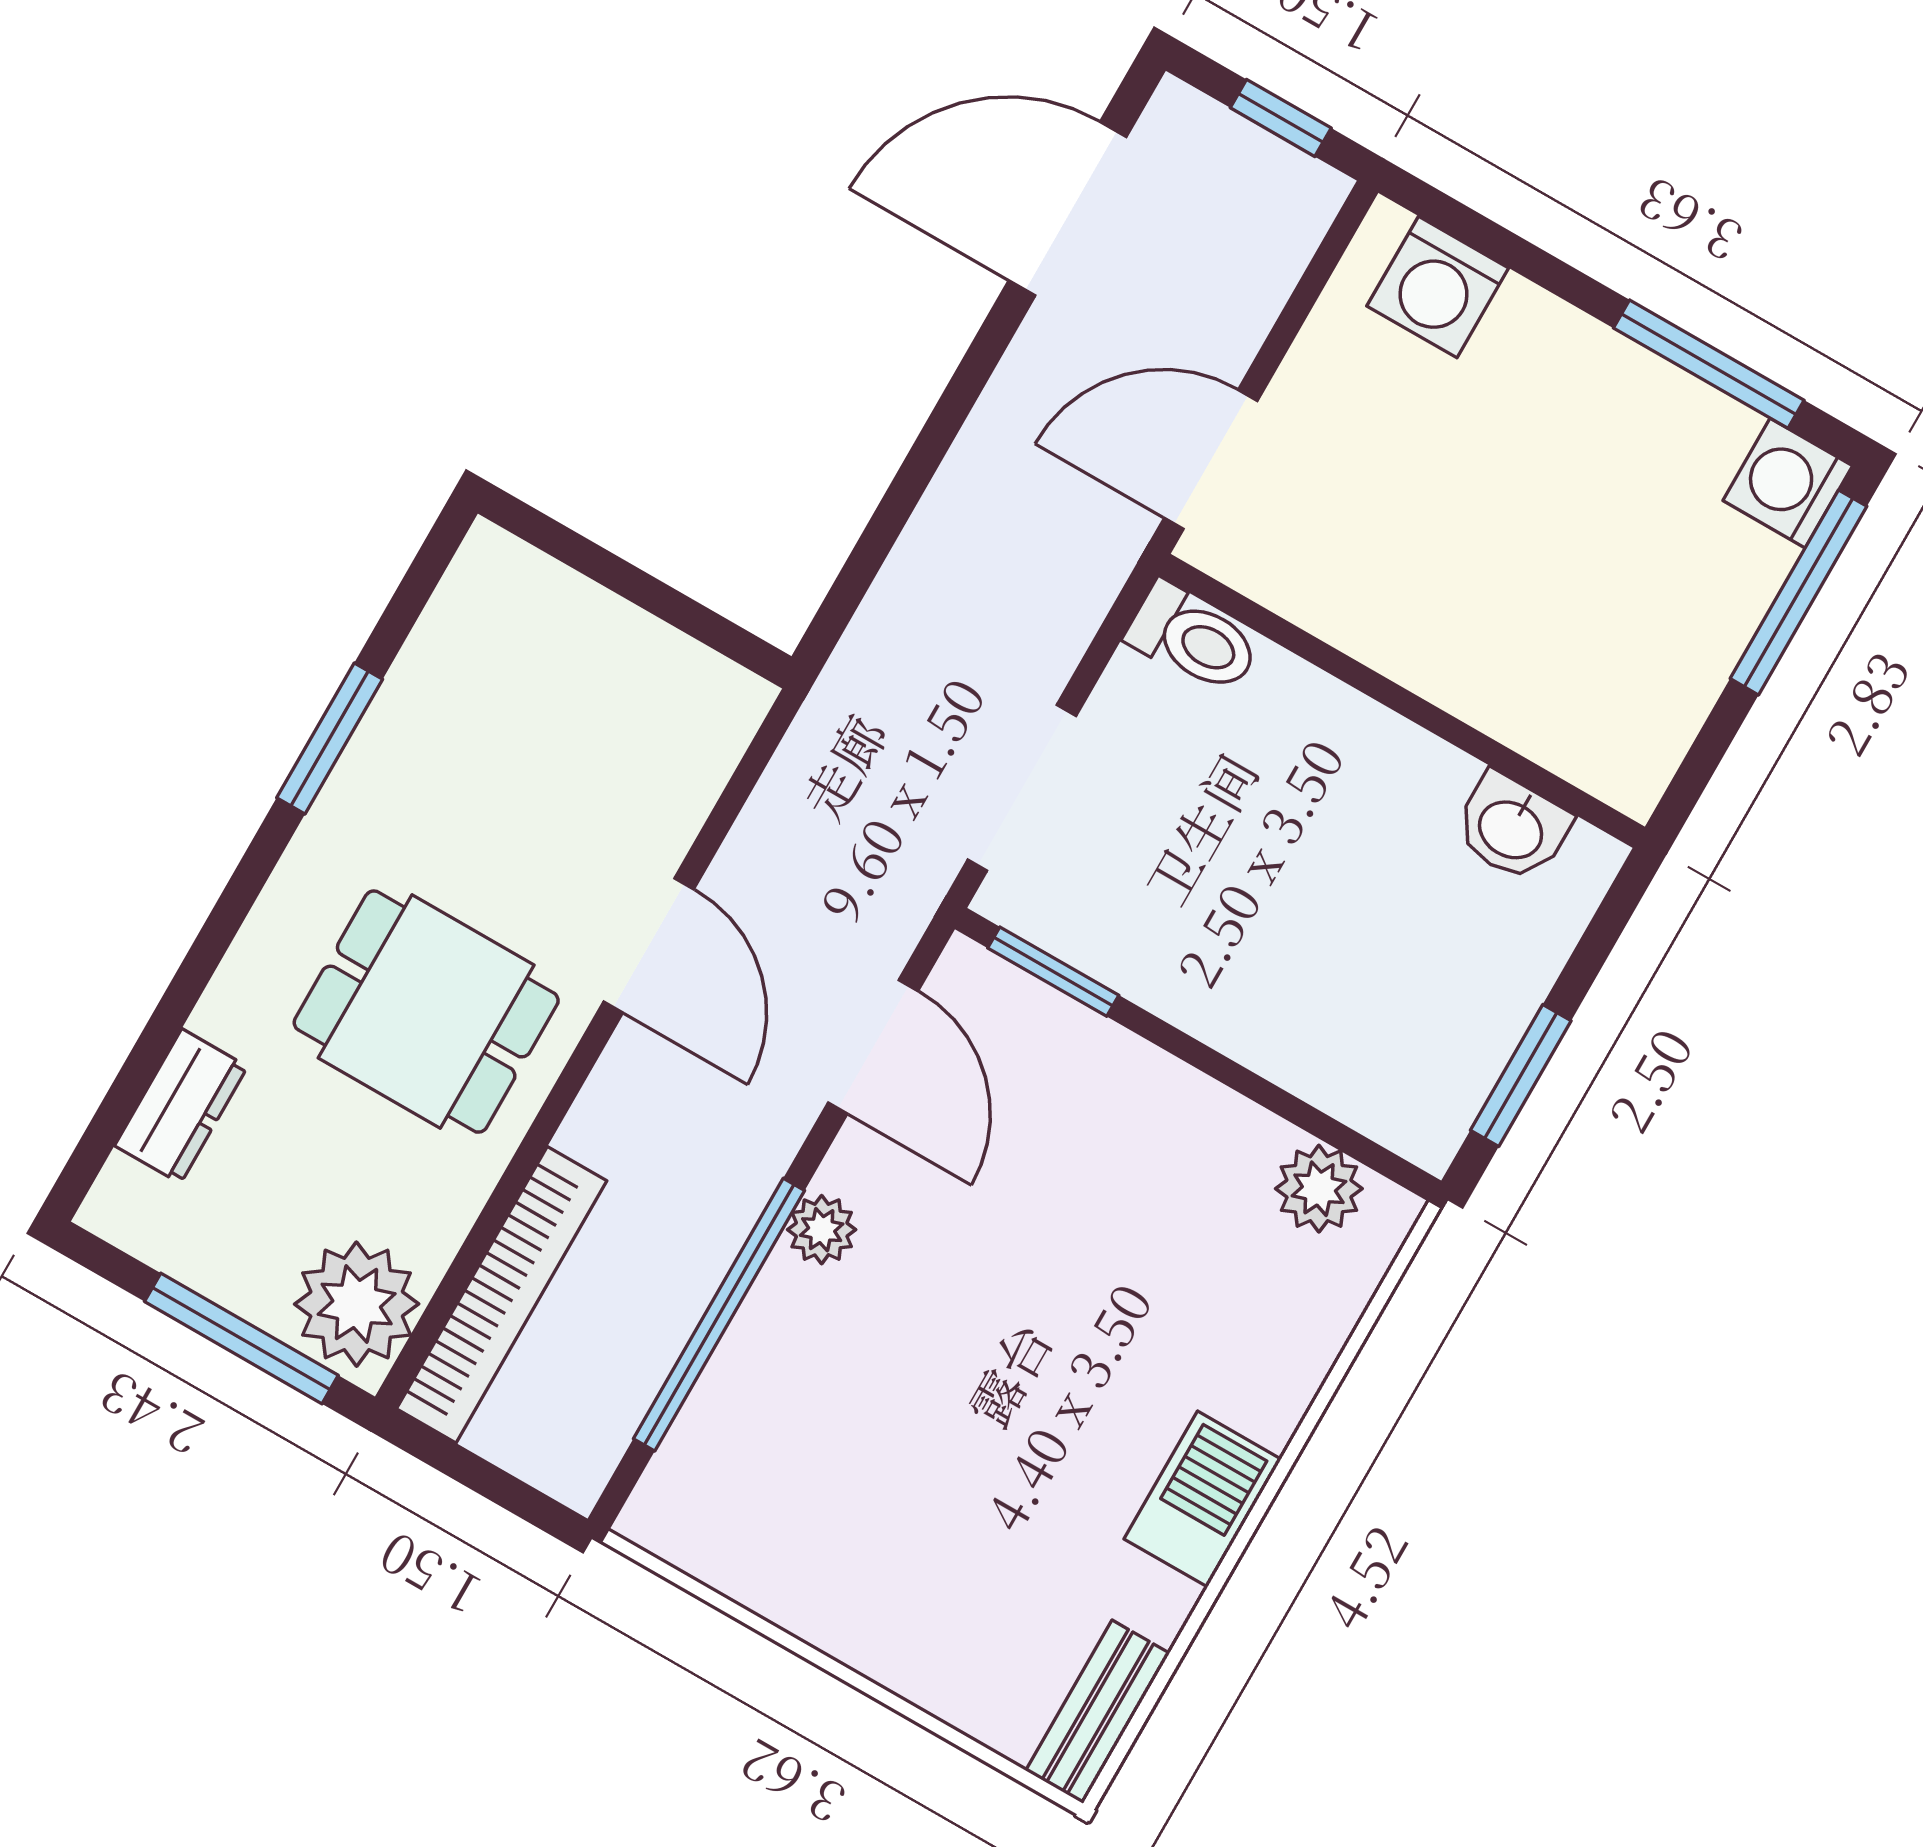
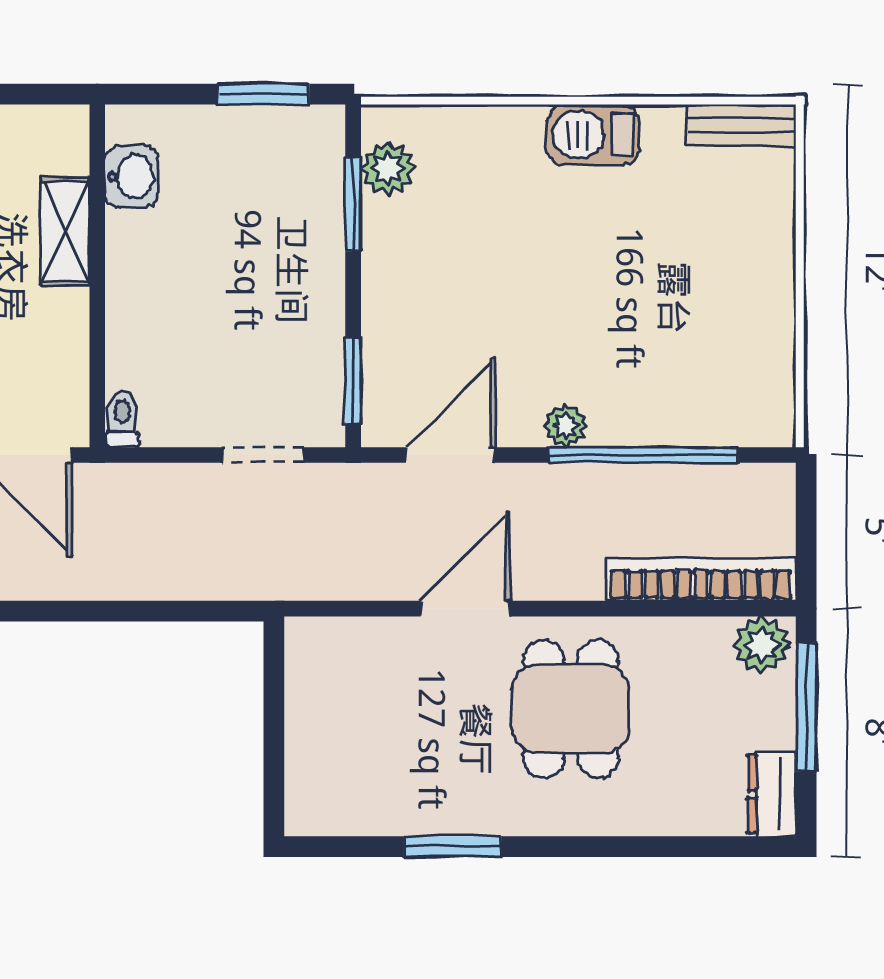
toilet: (1193, 639) -> (122, 419), width x0.73, depth x0.72
shelving: (1489, 692) -> (65, 231), added
doorway: (1022, 788) -> (263, 455), width x0.73
dresser: (181, 1106) -> (772, 794), moved, turned -90
window: (1297, 1112) -> (353, 204), added
plant: (357, 1304) -> (762, 645), width x0.73, depth x0.73

